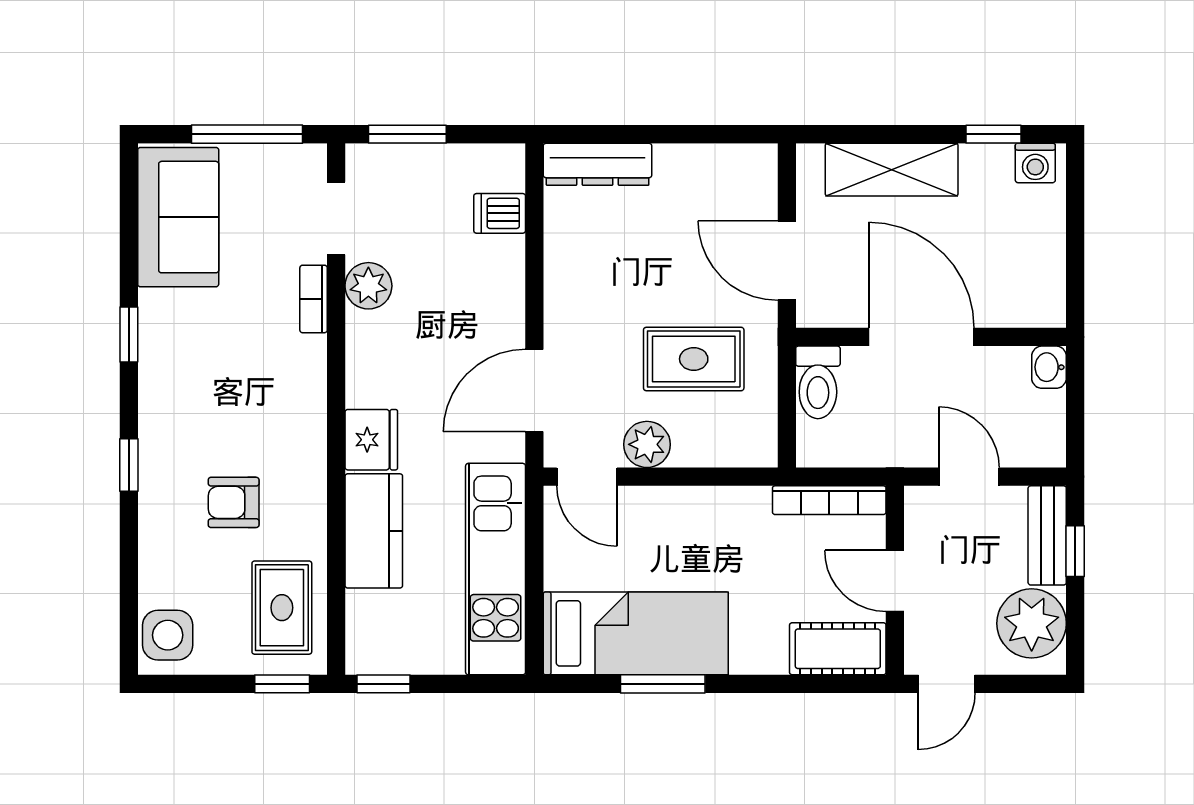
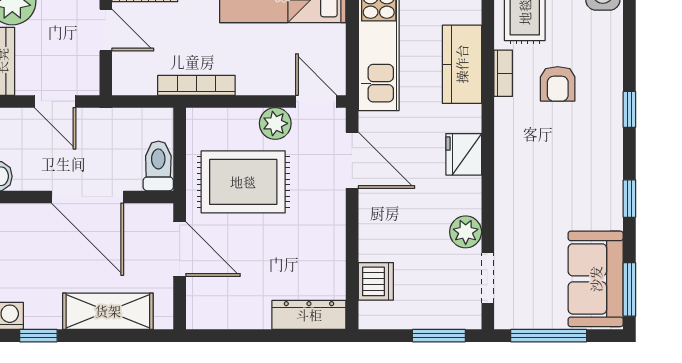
window: (129, 202) -> (629, 289), added
dishwasher: (500, 213) -> (376, 281), width x1.38
bookcase: (314, 299) -> (503, 73), moved
rug: (694, 359) -> (243, 182), width x1.36, depth x1.43
door: (534, 391) -> (352, 160), hinge flipped
fridge: (371, 440) -> (464, 154), moved
bookcase: (829, 500) -> (196, 85), moved
armchair: (234, 502) -> (558, 84), turned 90

